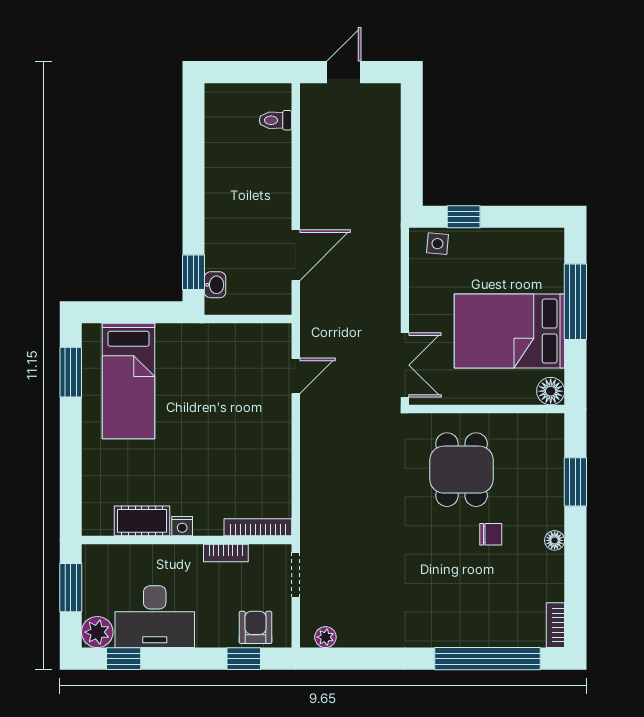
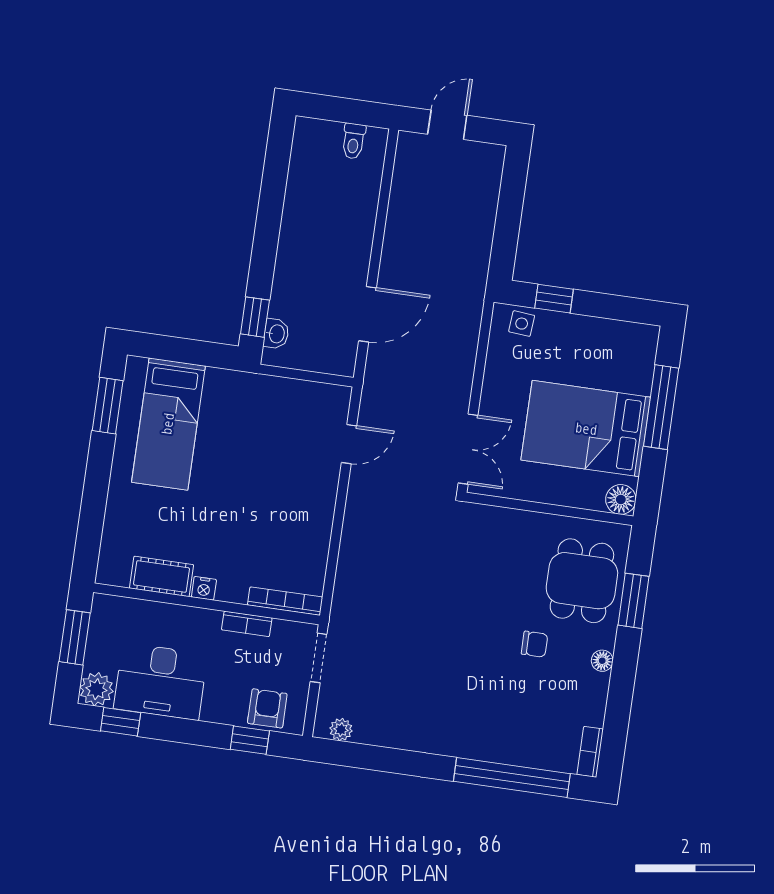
toilet: (276, 120) -> (354, 141), moved, turned -90
dining table: (462, 470) -> (582, 581), moved

